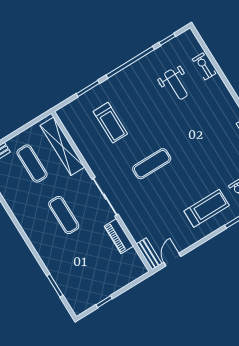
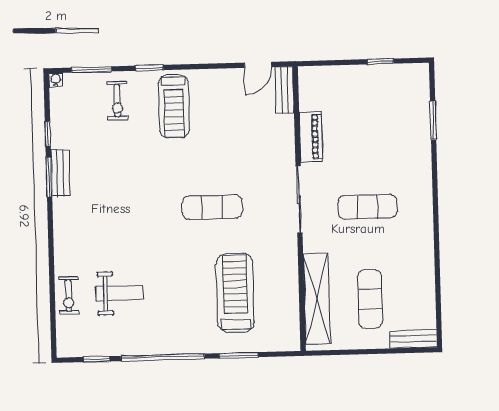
weight bench: (176, 85) -> (120, 293), turned 90
treadmill: (110, 123) -> (235, 293), width x1.37, depth x1.38
treadmill: (207, 208) -> (174, 106), turned -90
exercise mat: (64, 215) -> (367, 207), turned 90

